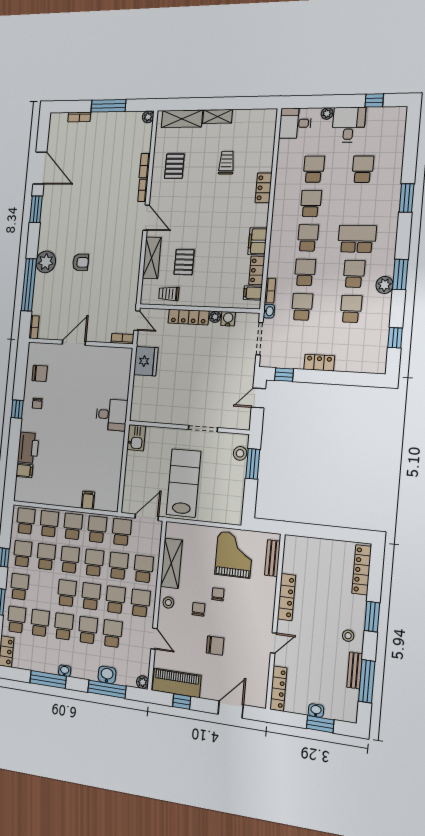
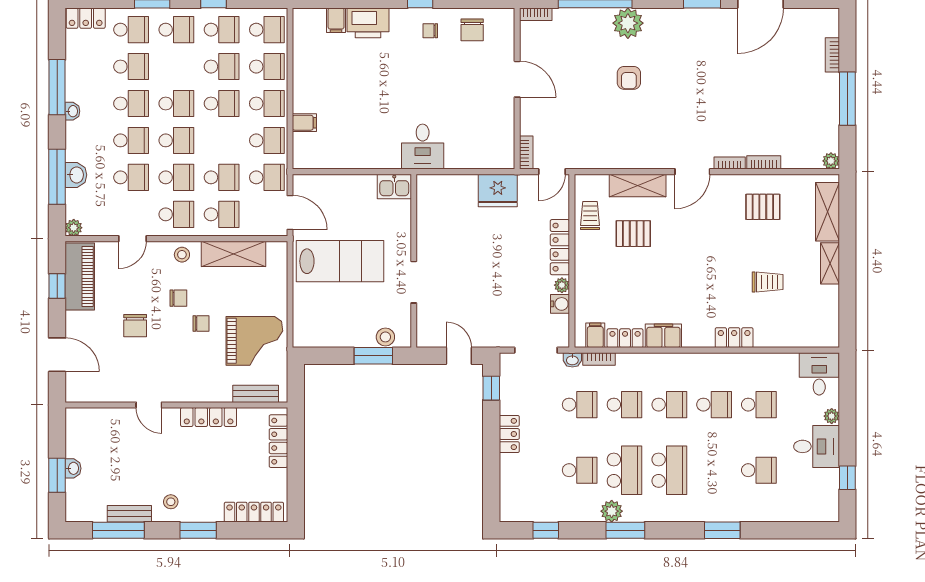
school desk: (354, 274) -> (625, 470), width x1.85
school desk: (94, 563) -> (222, 140), removed
locker: (278, 689) -> (278, 441), moved, turned 90

